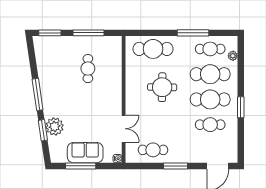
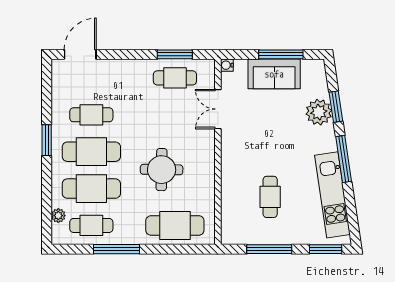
kitchen unit: (45, 70) -> (332, 195), added
window: (175, 166) -> (175, 54), moved

